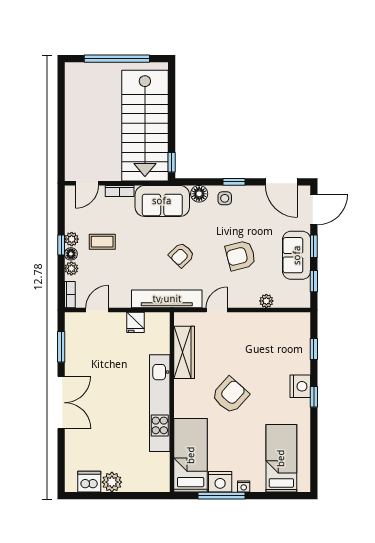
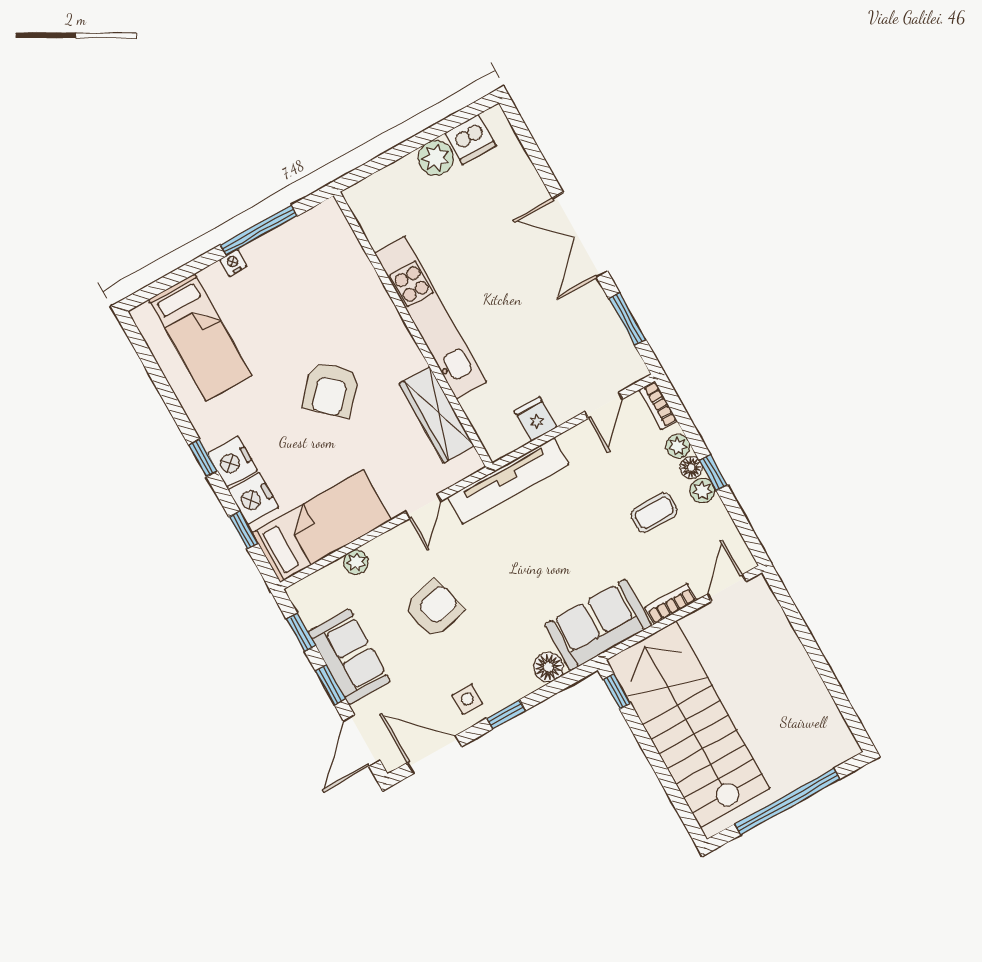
side table: (225, 198) -> (467, 699), moved
armchair: (181, 255) -> (523, 560), removed
bed: (191, 455) -> (322, 526), moved, turned -90
nightstand: (220, 482) -> (253, 499), moved, turned -90

